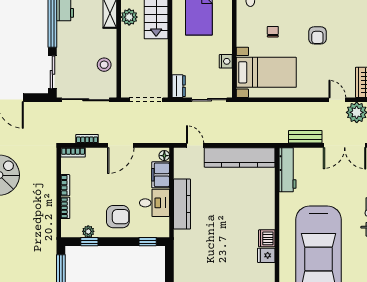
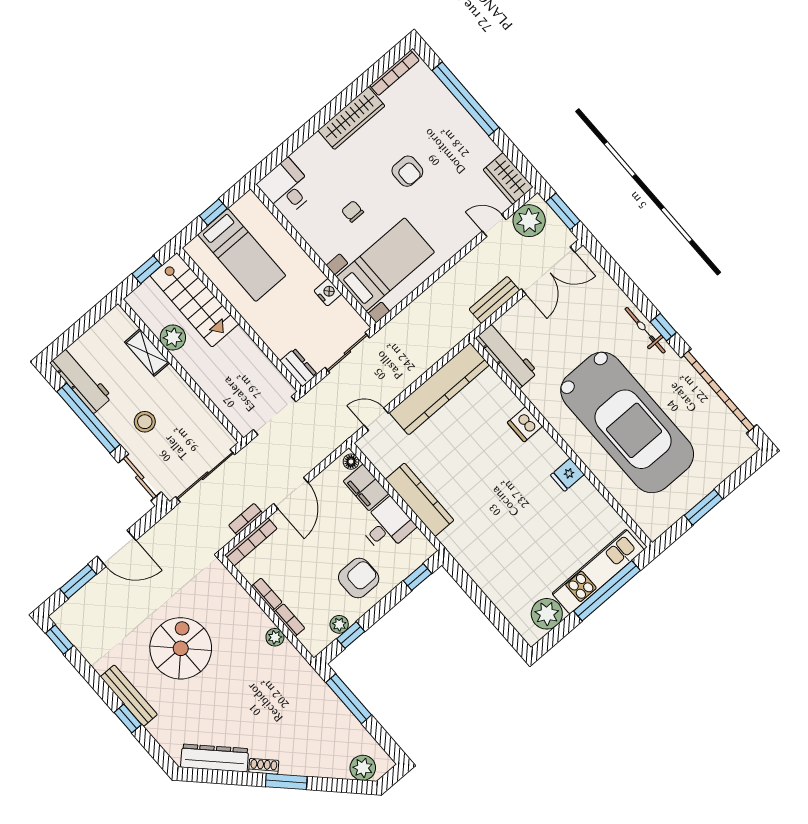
stool: (104, 65) -> (145, 422), moved
bookcase: (73, 152) -> (251, 542), width x1.56
plant: (51, 210) -> (275, 637), added
dishwasher: (267, 238) -> (525, 424), moved

